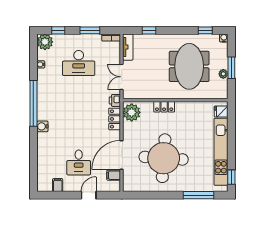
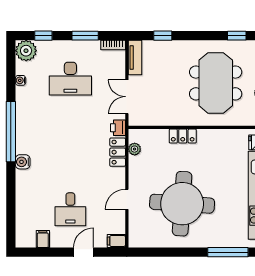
plant: (132, 112) -> (135, 149), width x0.53, depth x0.53
door: (122, 155) -> (127, 199), width x0.53
filing cabinet: (114, 175) -> (116, 241), moved

